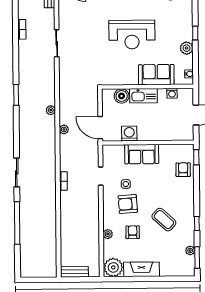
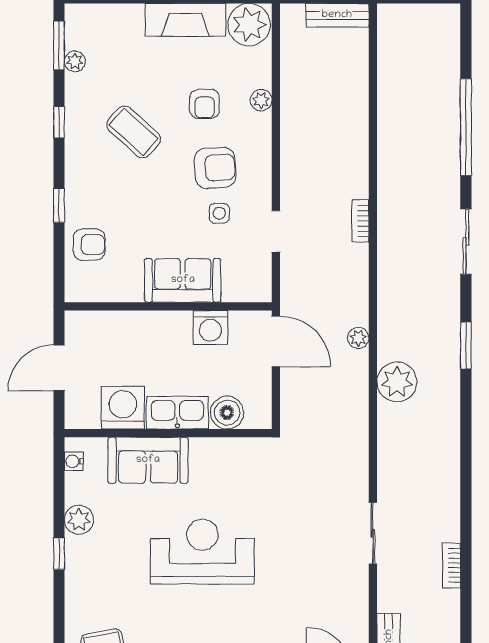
washing machine: (172, 93) -> (123, 408), width x1.89, depth x1.89
window: (16, 95) -> (466, 345), moved
plant: (51, 110) -> (397, 382), width x1.88, depth x1.88
window: (196, 157) -> (59, 206), moved
armchair: (183, 170) -> (89, 245), turned -90

